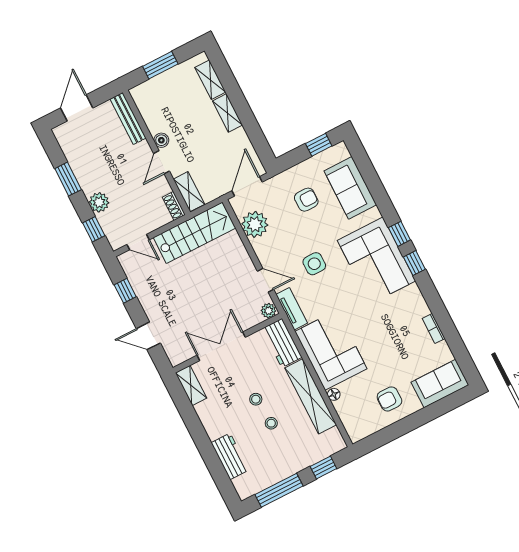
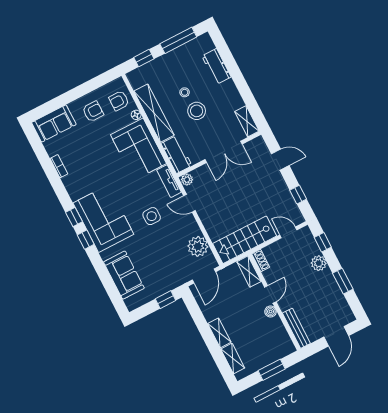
window: (319, 145) -> (166, 300), moved
armchair: (306, 200) -> (119, 101), moved
stool: (256, 399) -> (197, 111), width x1.89, depth x1.89

